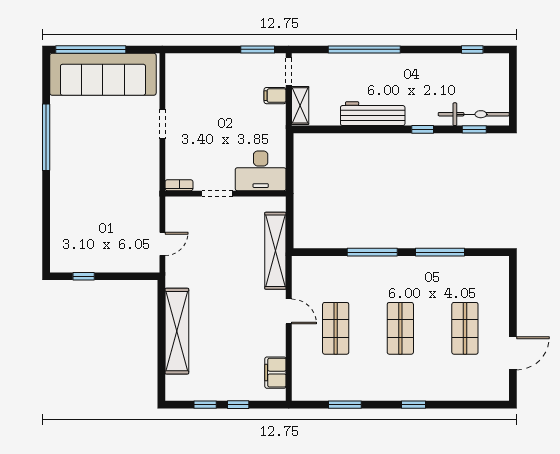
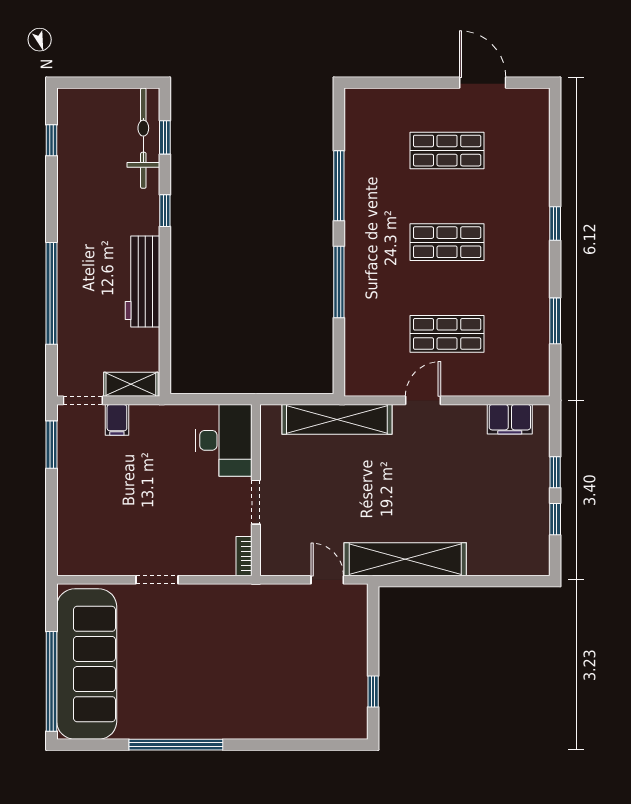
shelving: (177, 331) -> (405, 559), moved

